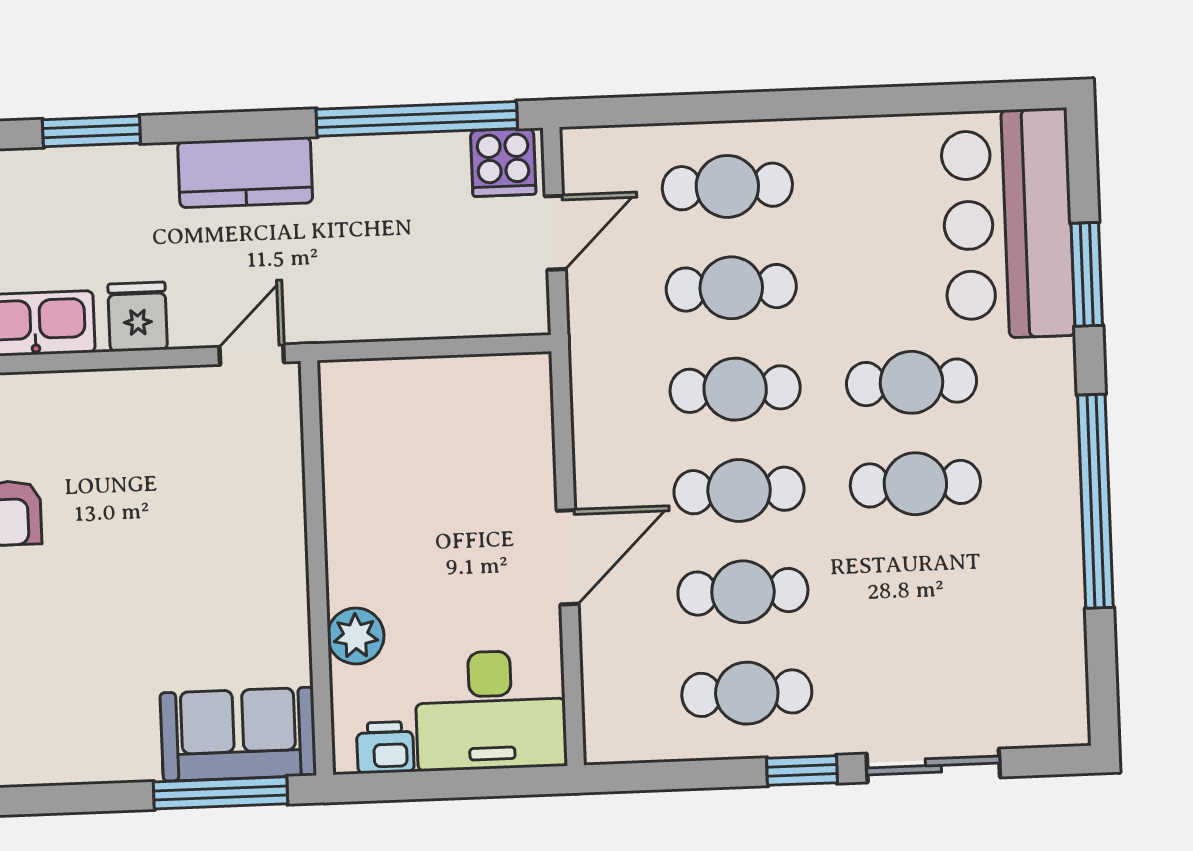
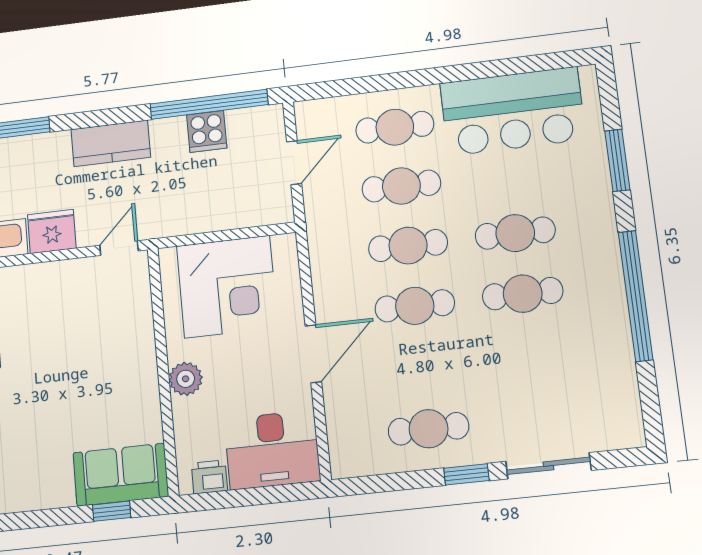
cooker: (503, 162) -> (207, 131), moved
bar counter: (1008, 224) -> (513, 111), moved, turned -90
fridge: (138, 317) -> (52, 231), width x1.38
corner desk: (431, 434) -> (227, 287), added
cafe table: (743, 592) -> (422, 367), removed
plant: (356, 636) -> (186, 379), moved
window: (221, 793) -> (112, 511), width x0.46

